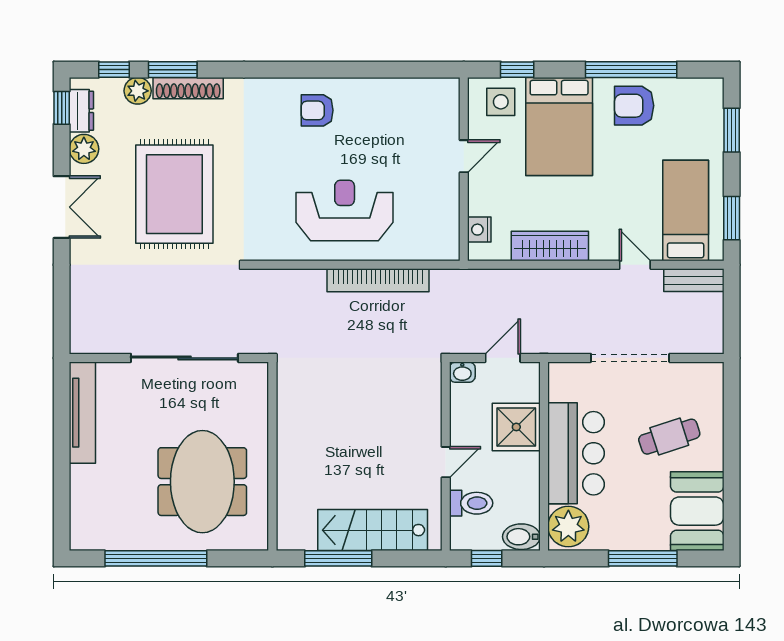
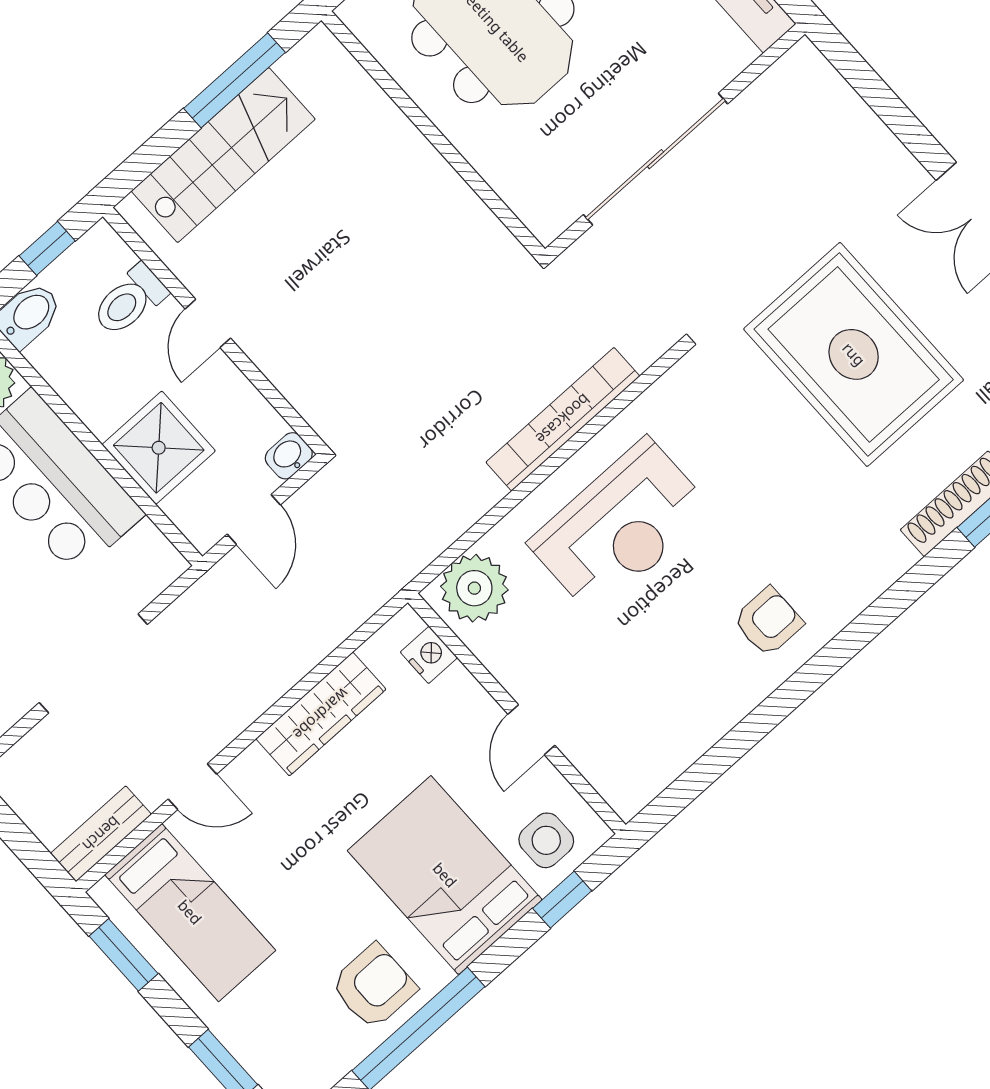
plant: (433, 241) -> (474, 588), added
bookcase: (378, 280) -> (563, 419), moved

